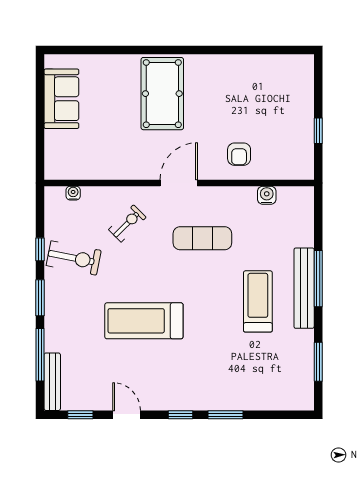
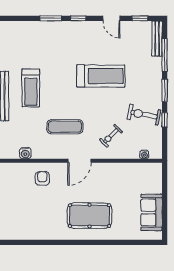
pool table: (162, 94) -> (90, 216), turned 90

